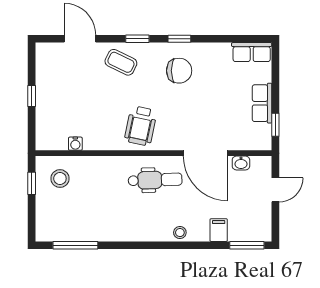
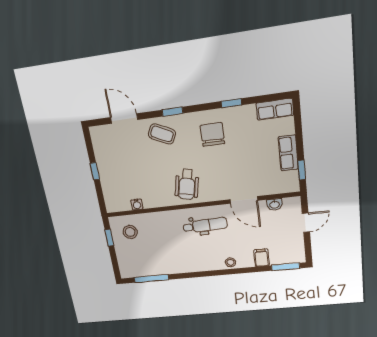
window: (179, 39) -> (232, 103), moved
chair: (179, 71) -> (212, 134), turned -90
door: (206, 153) -> (244, 200), width x0.73

